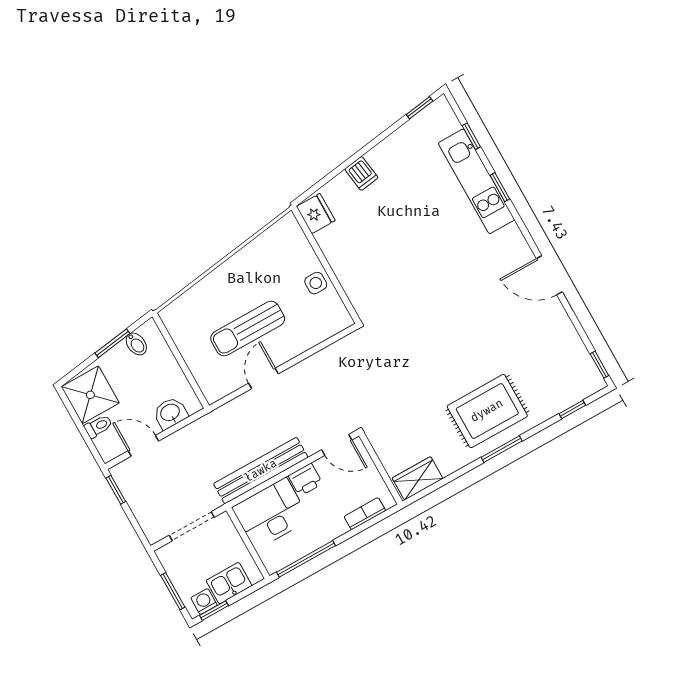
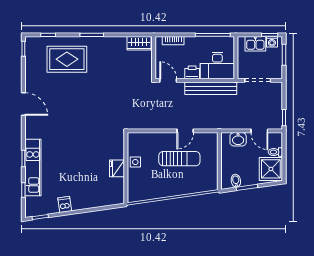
dishwasher: (361, 173) -> (65, 204), moved
fridge: (316, 214) -> (117, 168), moved
rug: (487, 411) -> (67, 59), moved

